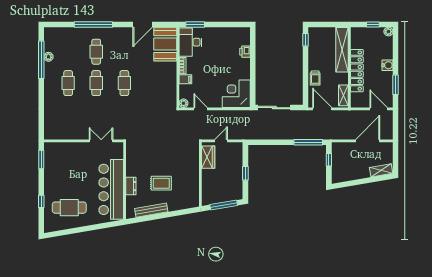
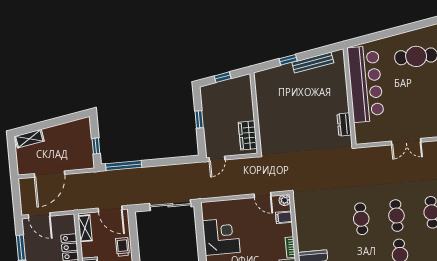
filing cabinet: (185, 79) -> (284, 217), moved
corner desk: (236, 94) -> (221, 237), moved, turned -90
double door: (101, 141) -> (406, 142), moved
door: (221, 141) -> (217, 159), moved
rug: (161, 183) -> (303, 97), removed
dresser: (131, 186) -> (344, 124), moved
window: (224, 205) -> (223, 77), width x0.46
window: (171, 214) -> (288, 60), added

